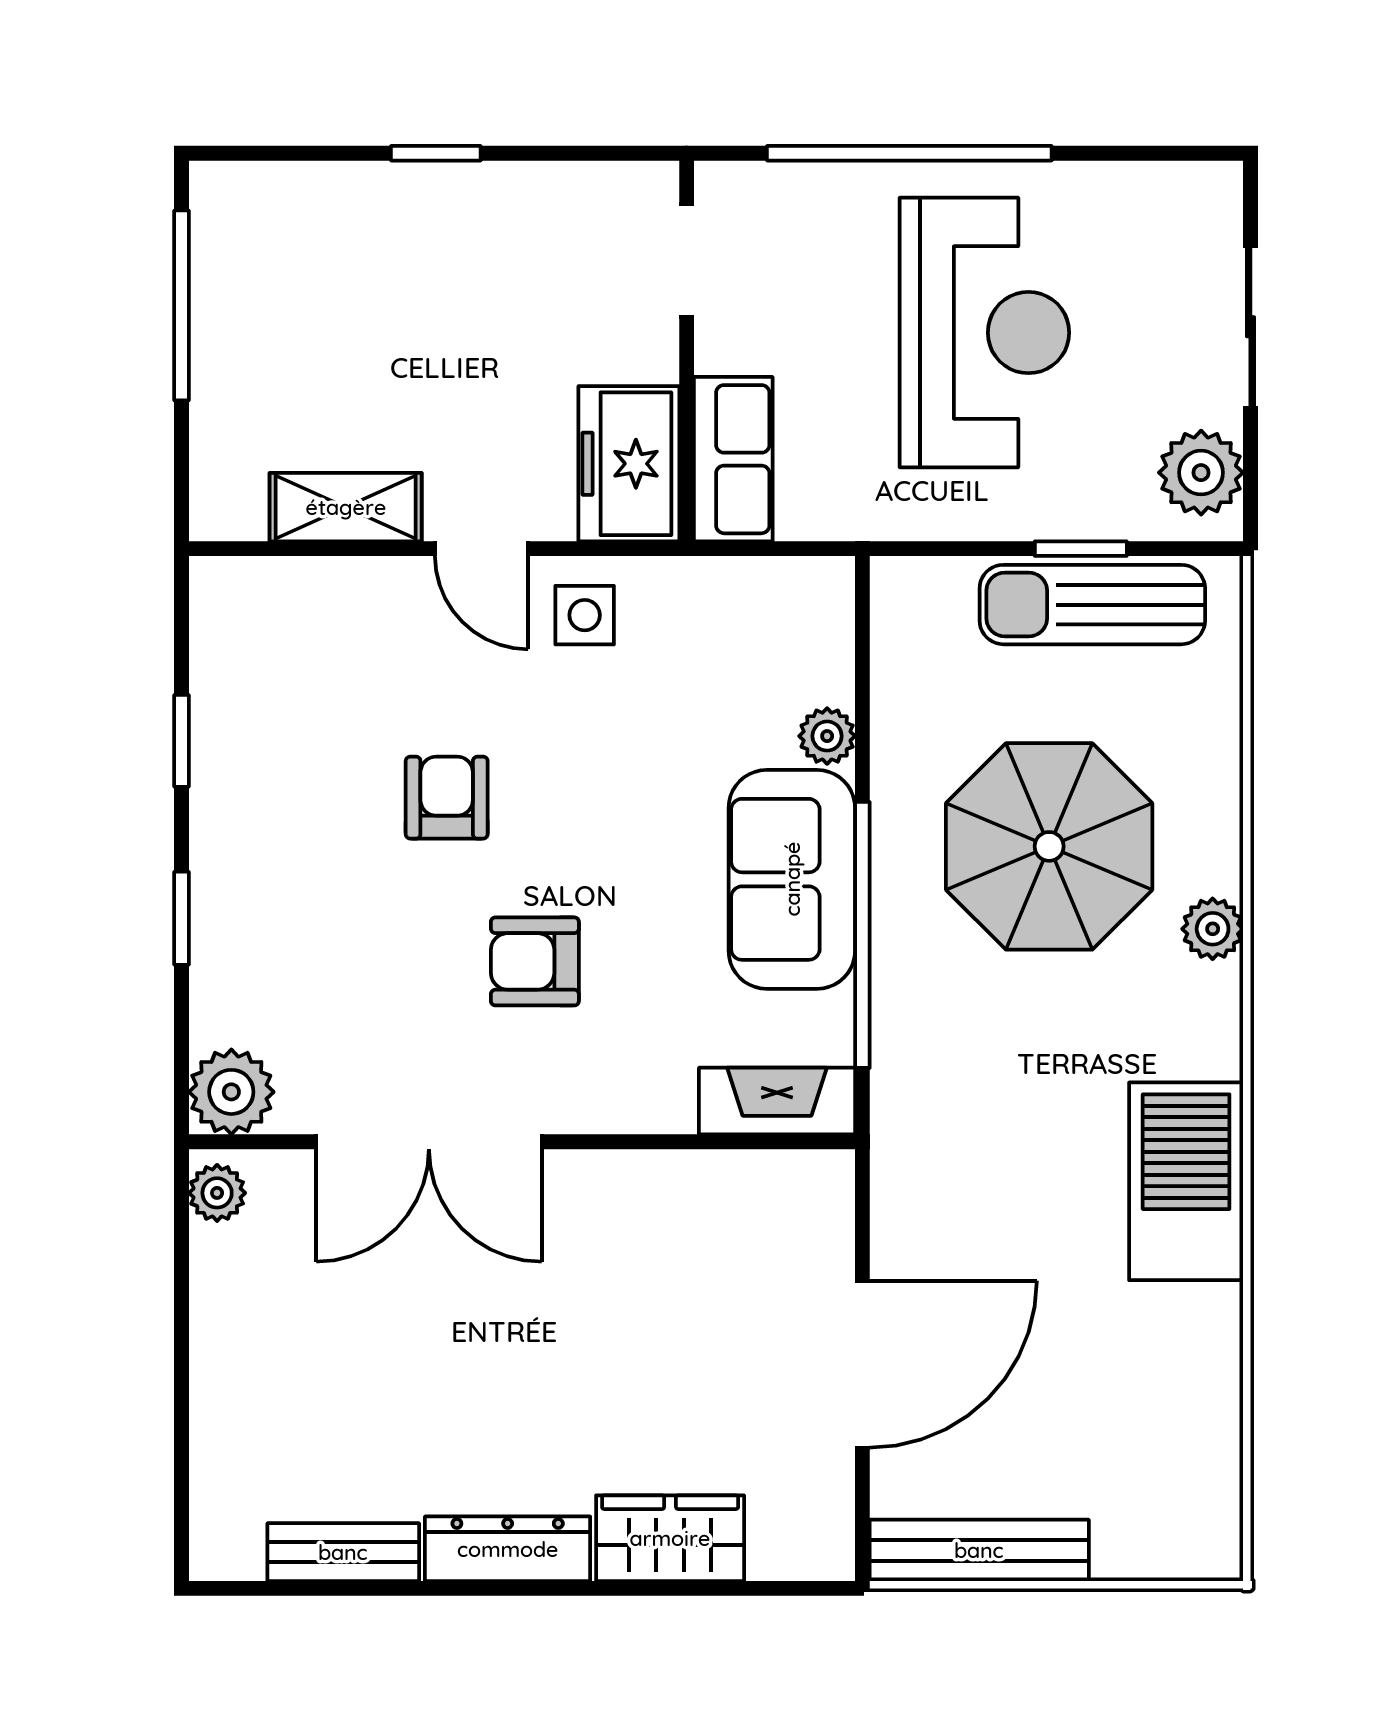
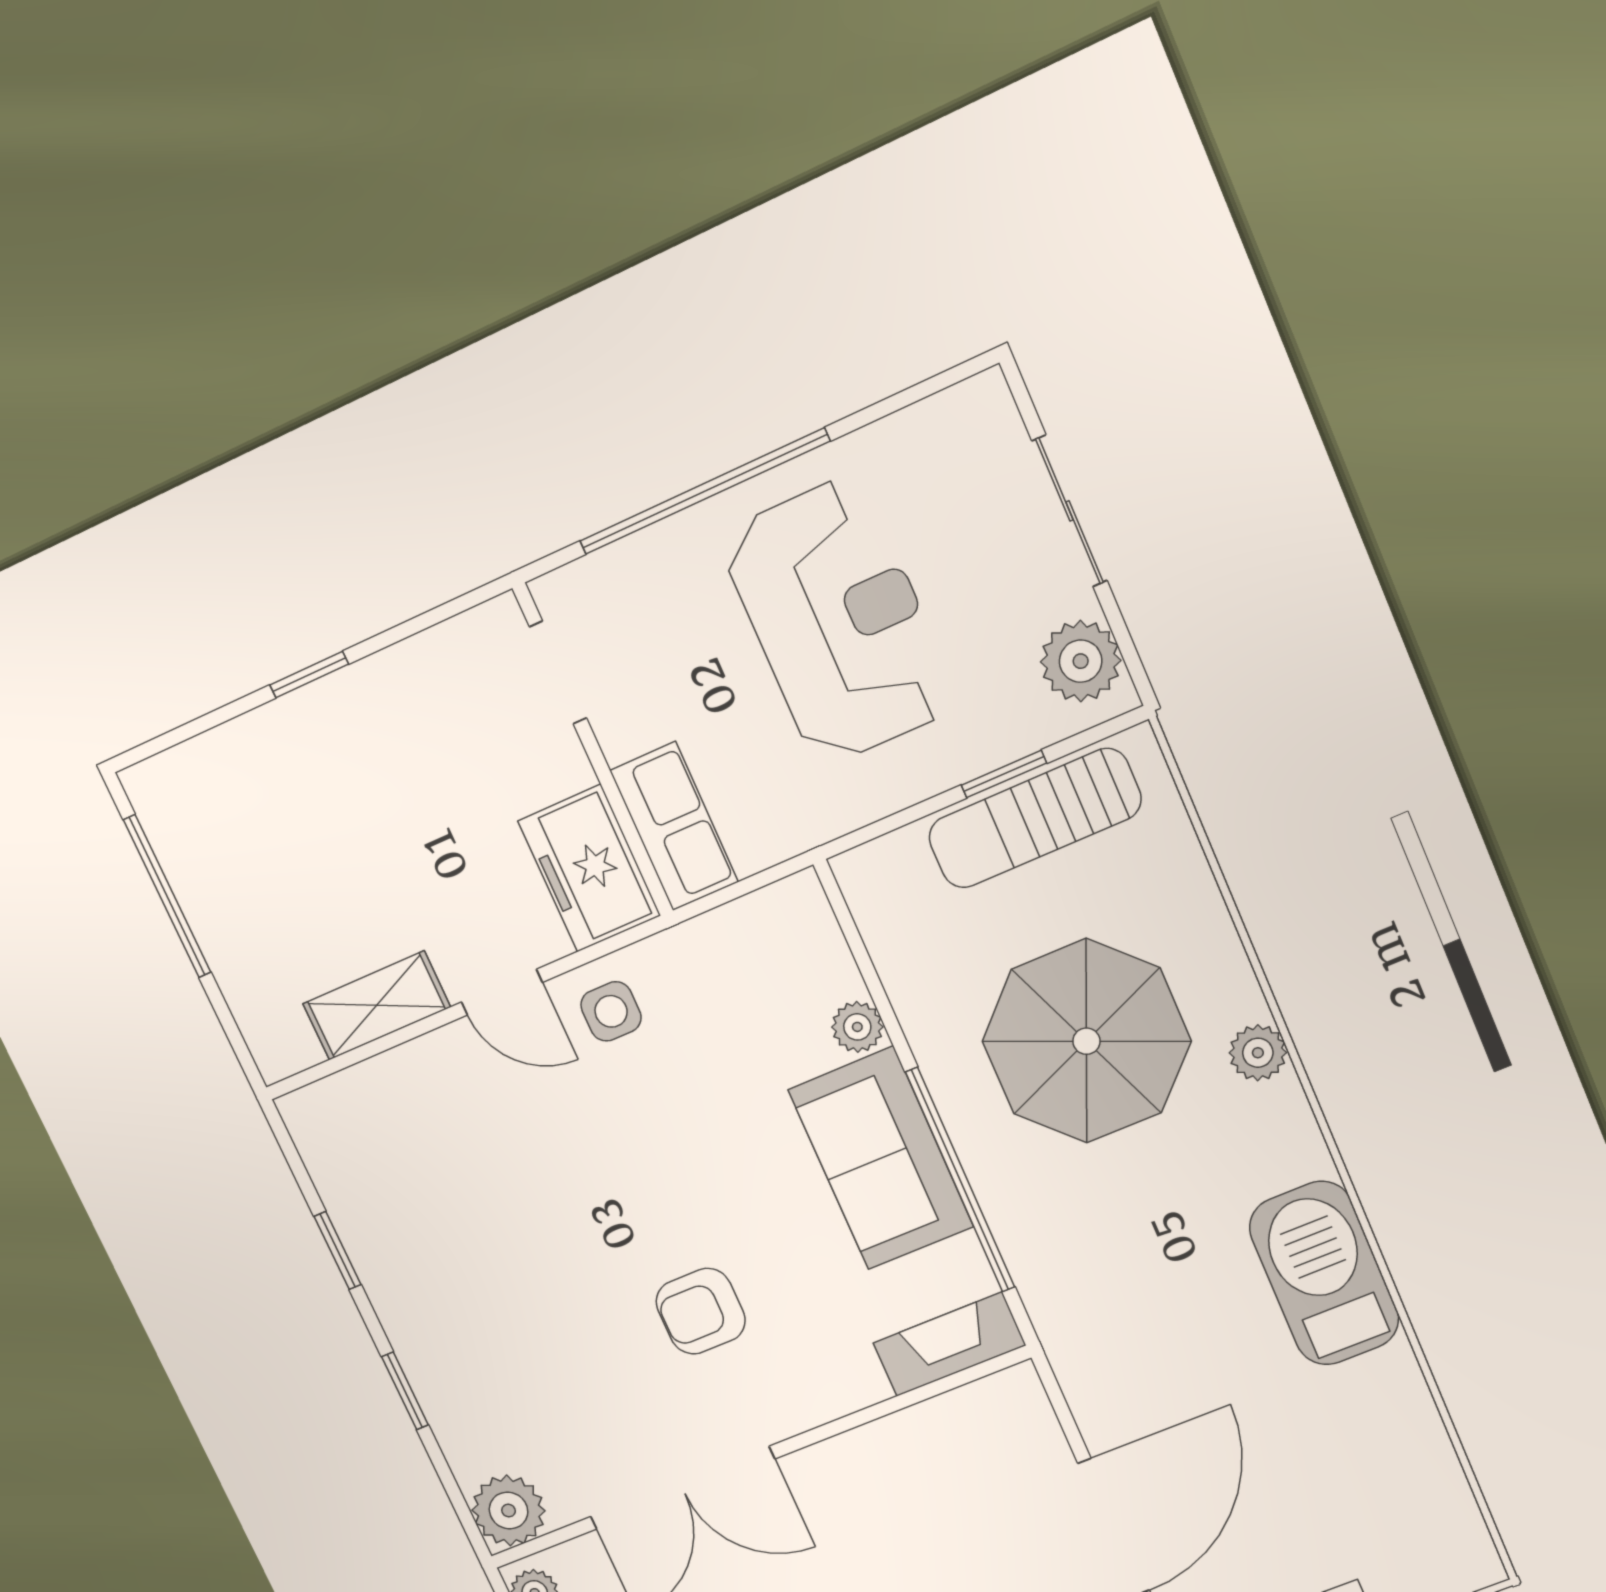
armchair: (447, 798) -> (569, 1208), removed

